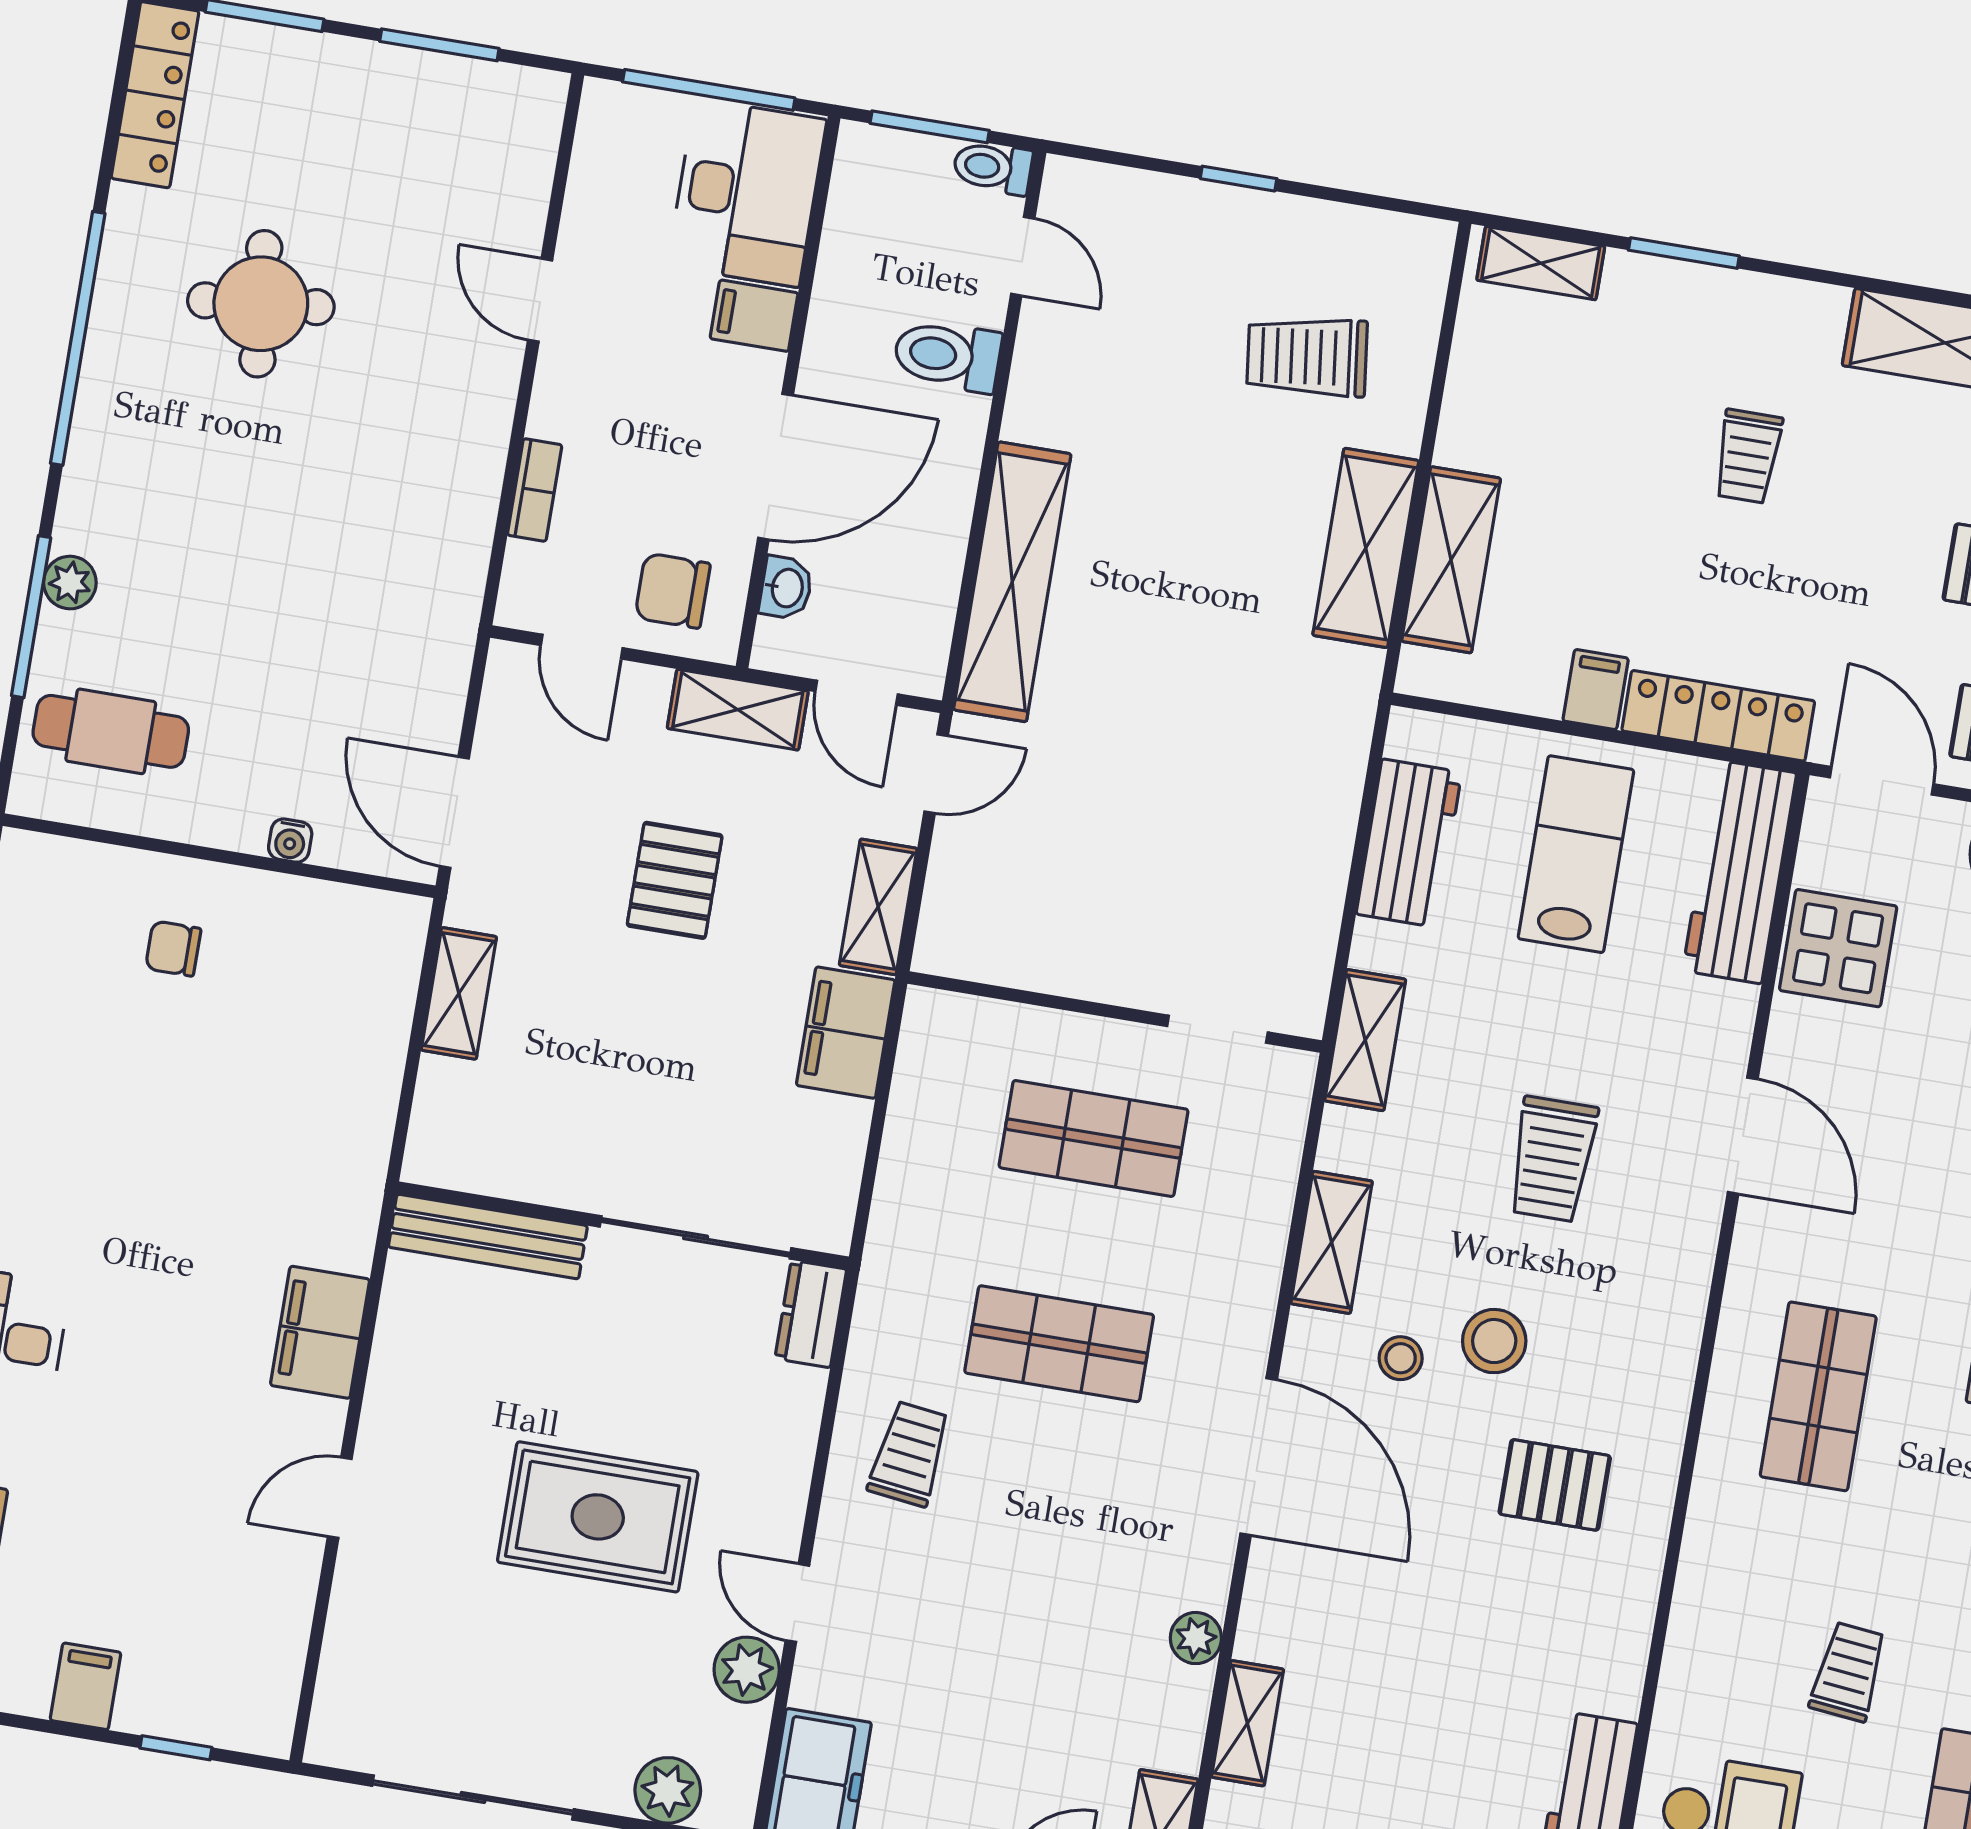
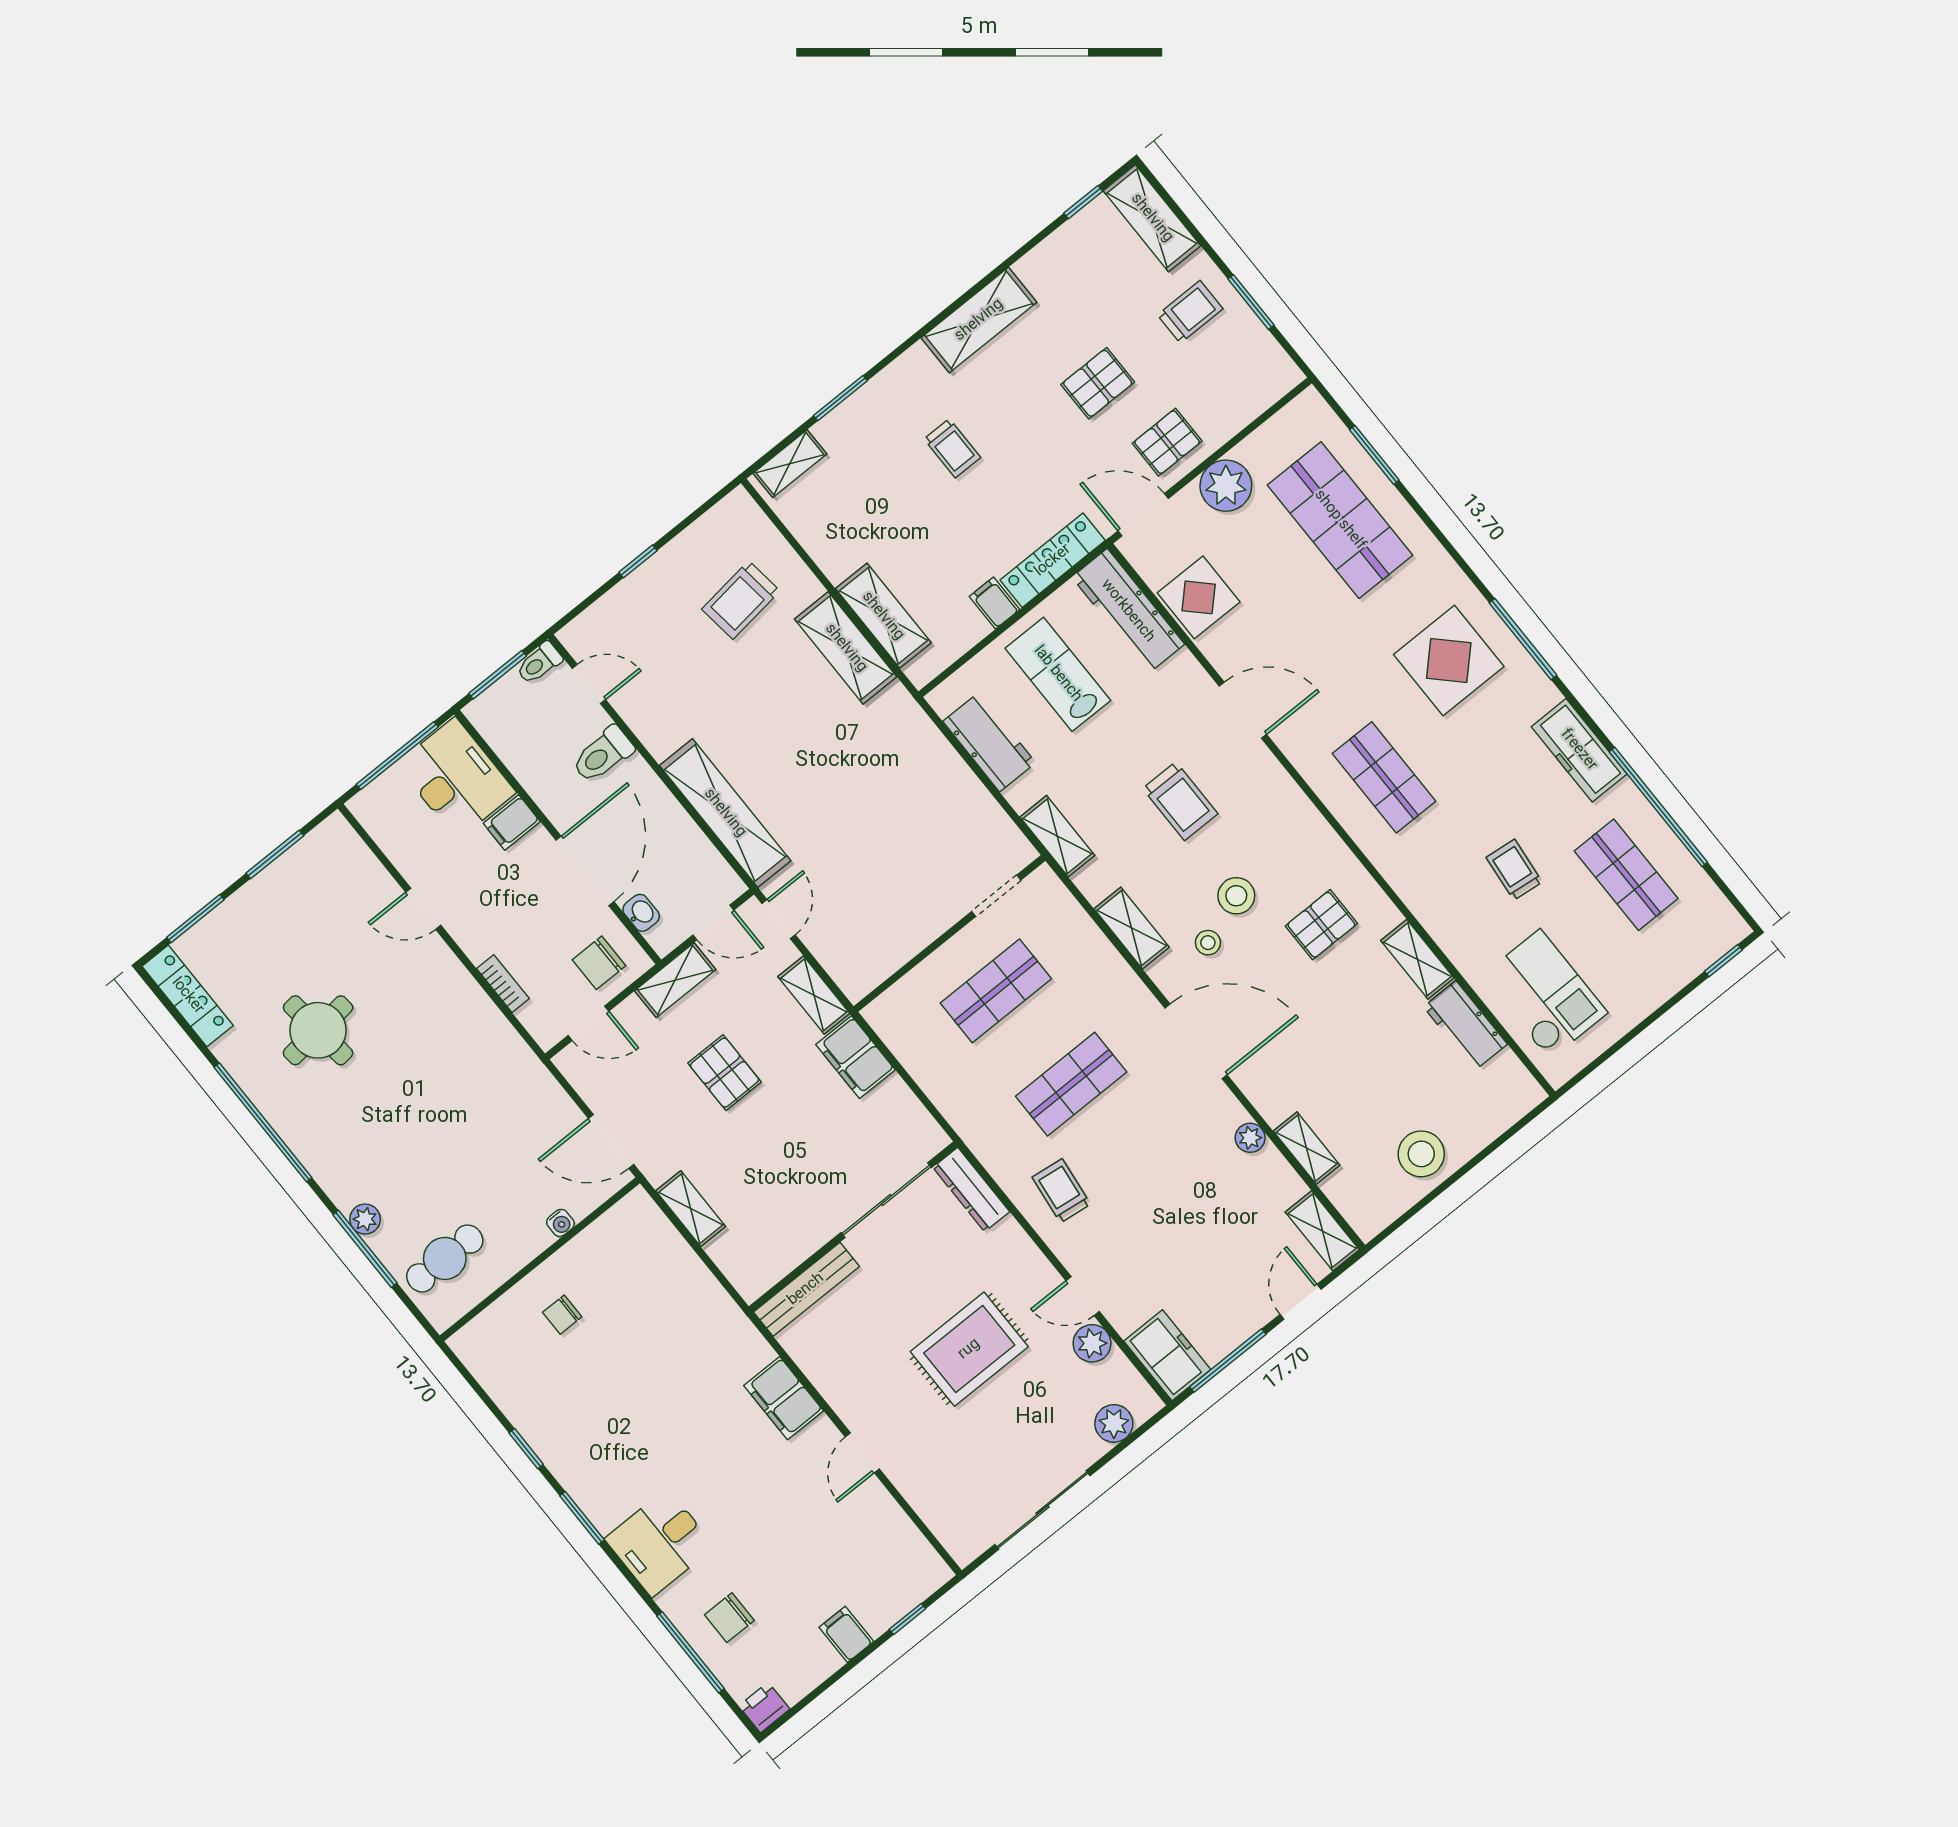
dresser: (811, 1314) -> (971, 1189), width x1.44
shelving: (1620, 1649) -> (1417, 959), added

